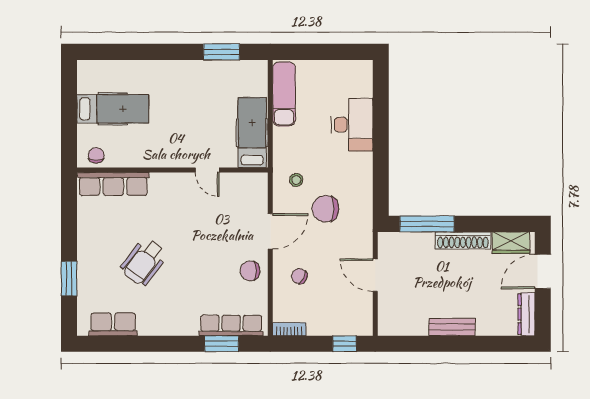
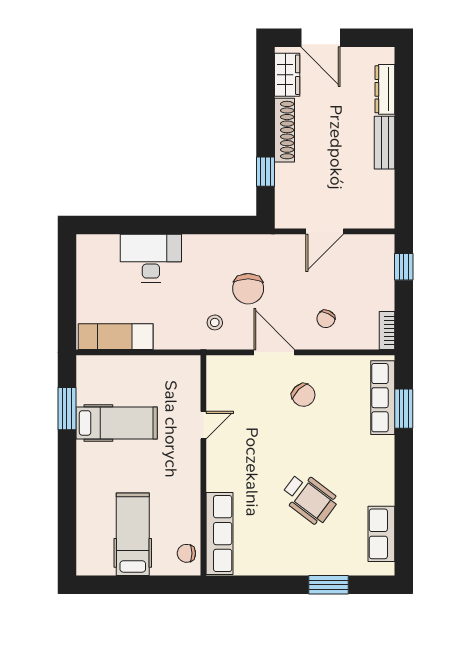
hospital bed: (252, 133) -> (117, 423), moved, turned 180
window: (427, 224) -> (266, 172), width x0.46
chair: (250, 271) -> (303, 395), moved, turned -44
dresser: (526, 314) -> (385, 89), moved, turned 90

